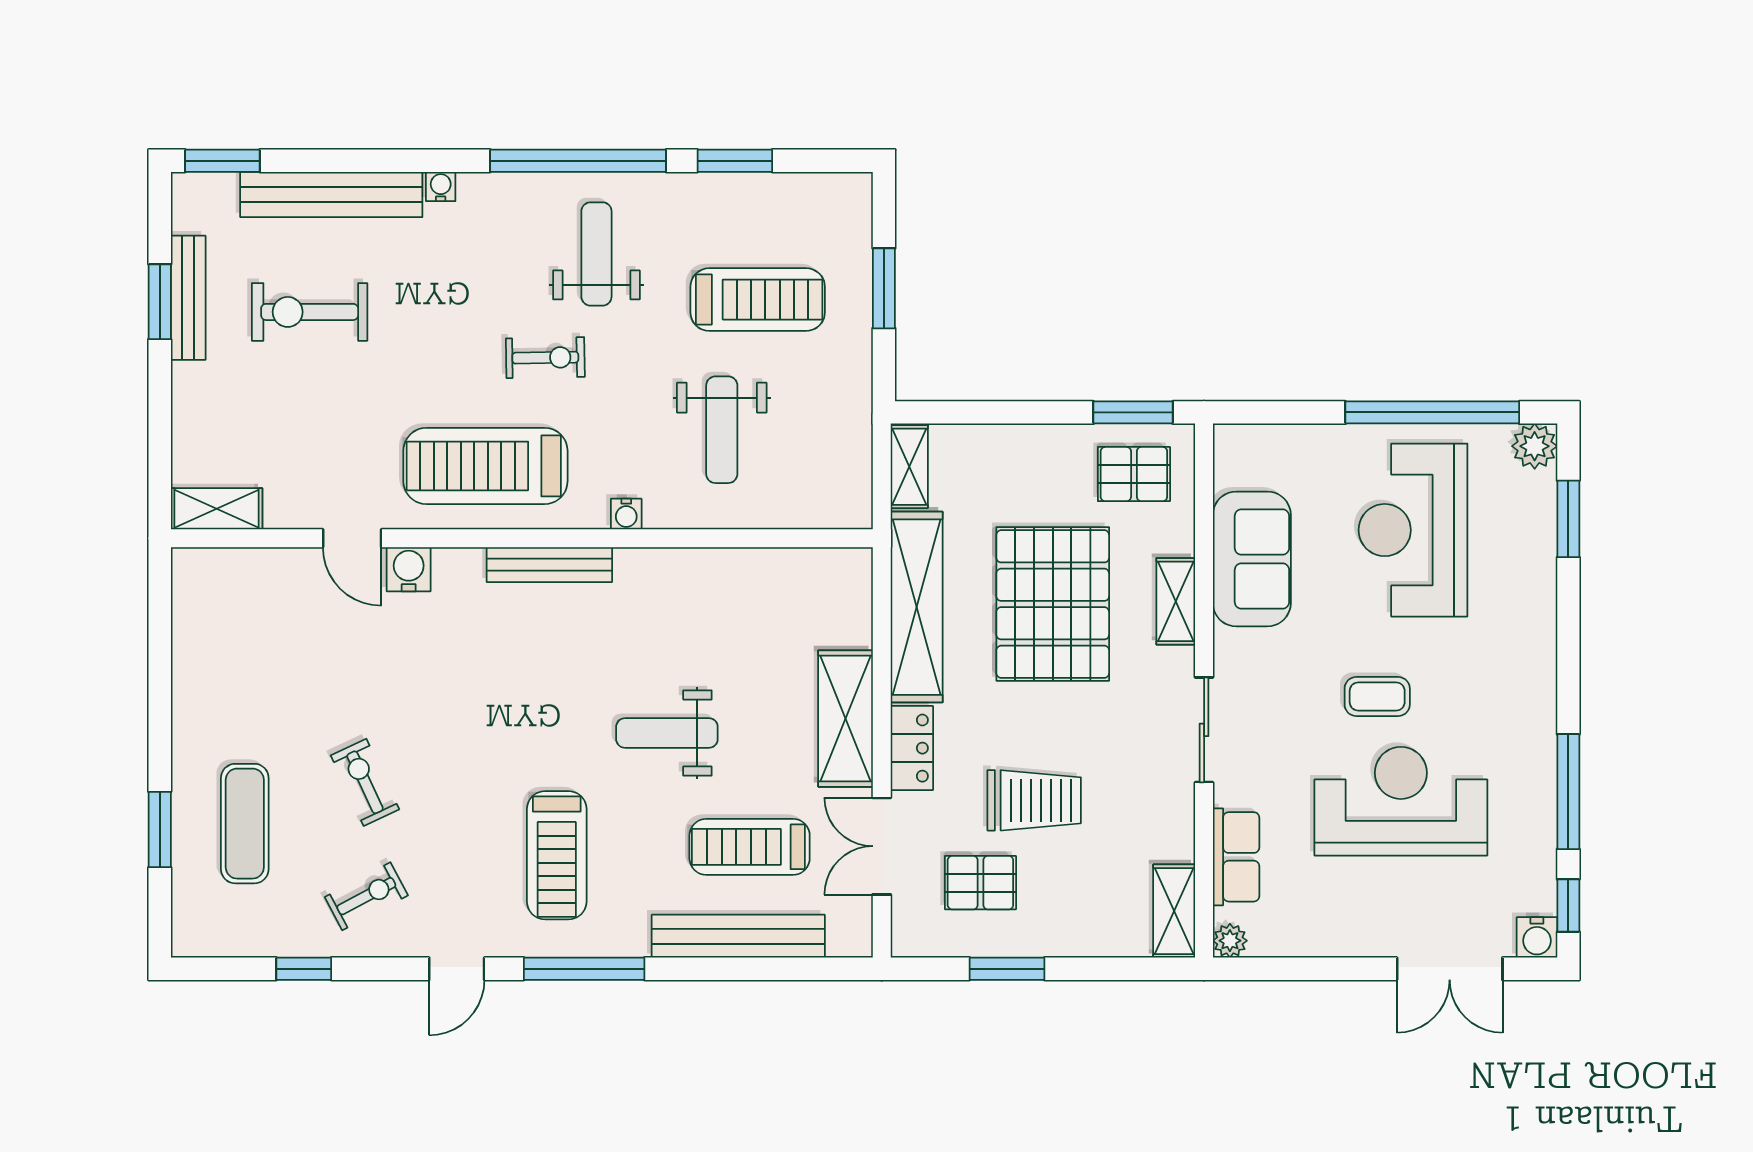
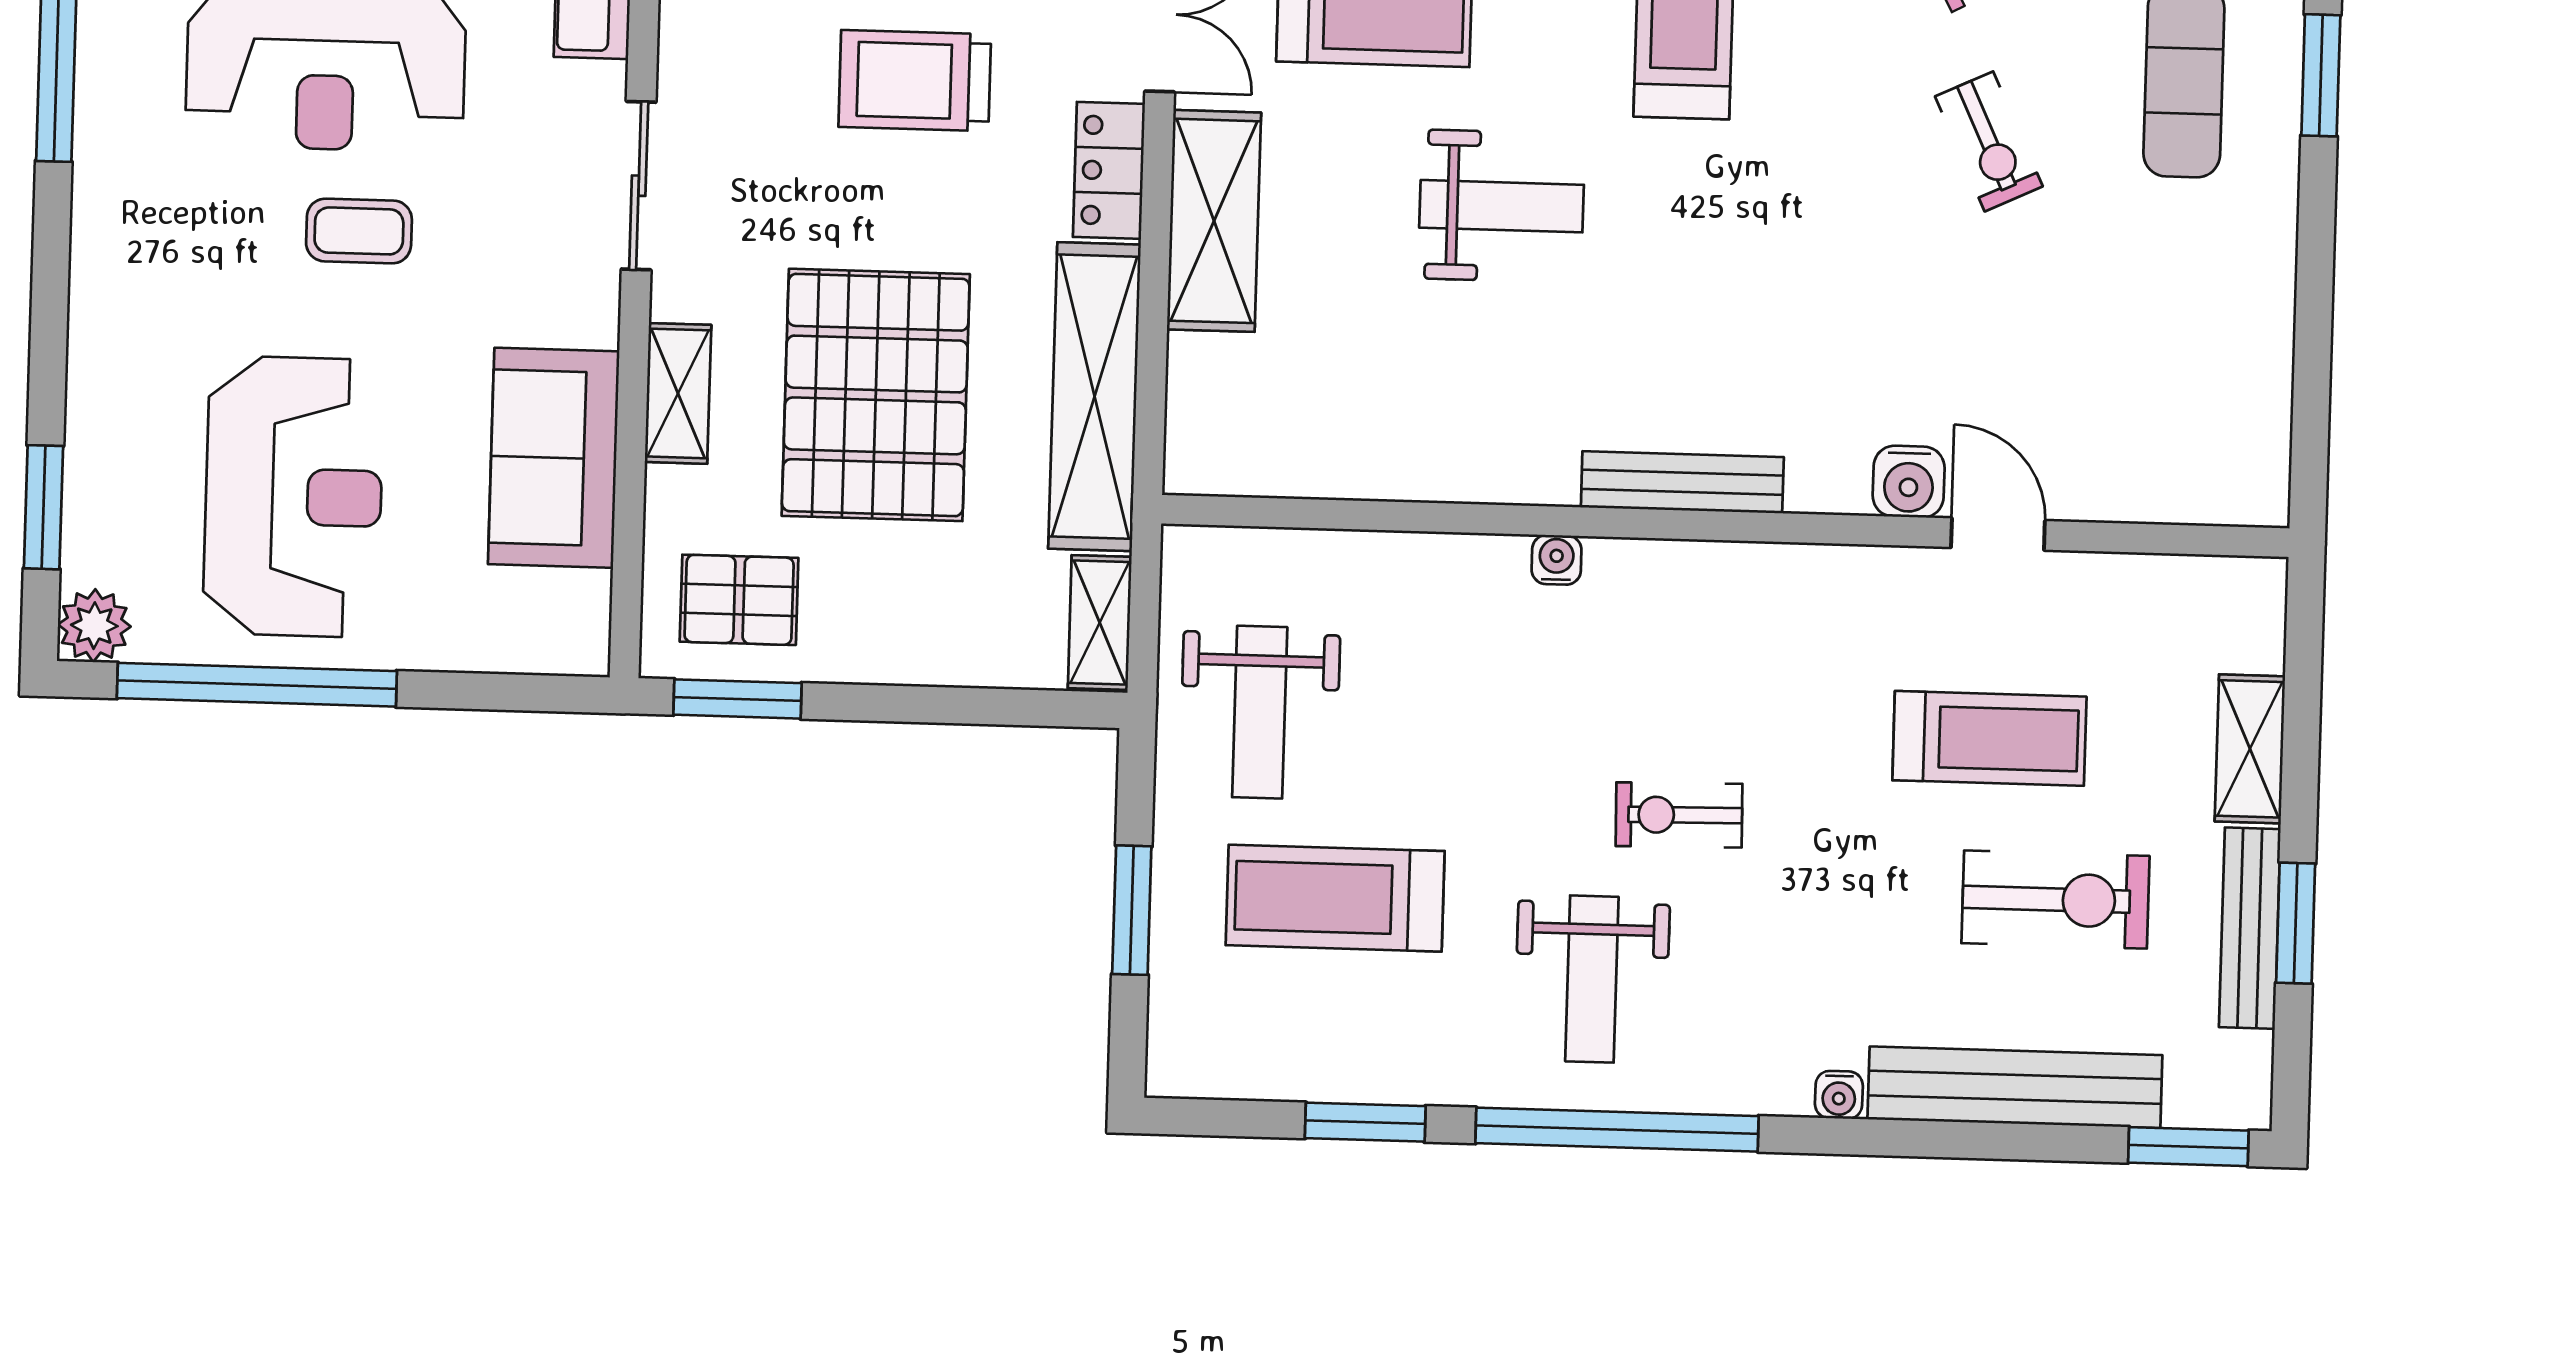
weight bench: (722, 430) -> (1260, 712), moved, turned 180
treadmill: (485, 466) -> (1989, 738), moved, width x0.73, depth x0.73
shelving: (217, 509) -> (2250, 749), moved, turned 90

